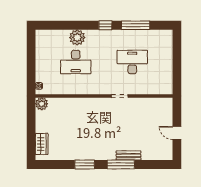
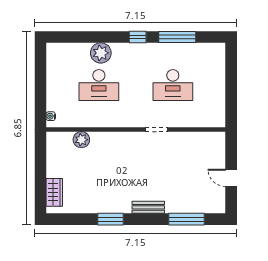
desk: (132, 62) -> (173, 85), turned 180
plant: (42, 104) -> (81, 140), moved
bench: (129, 155) -> (148, 207), moved
window: (121, 164) -> (186, 219), moved

